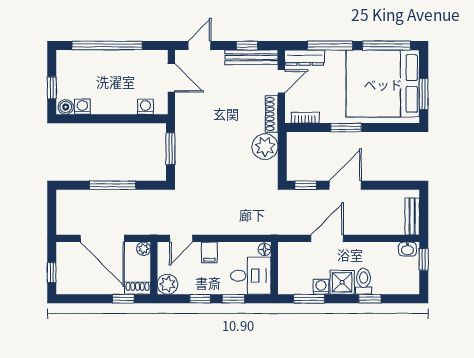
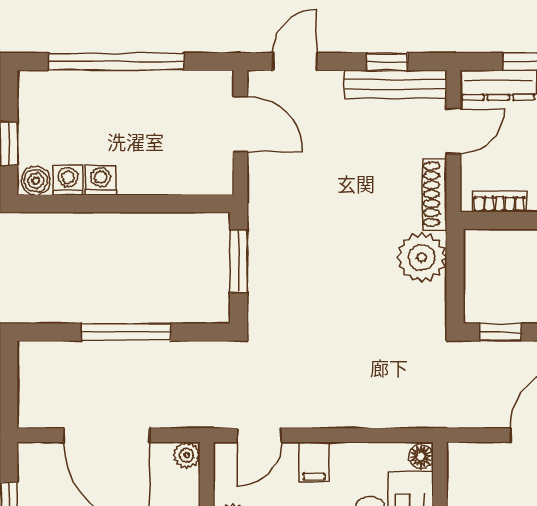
washing machine: (145, 107) -> (101, 180), moved

